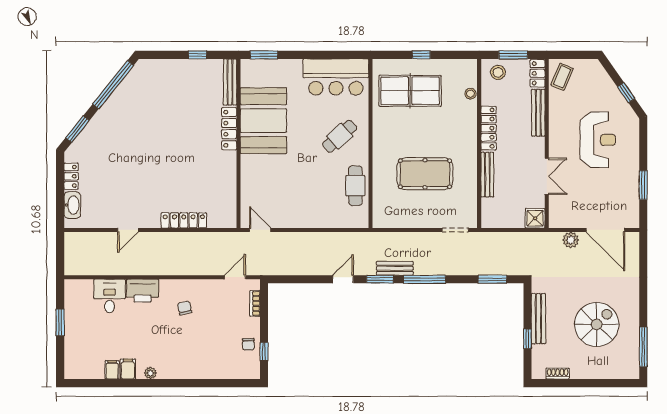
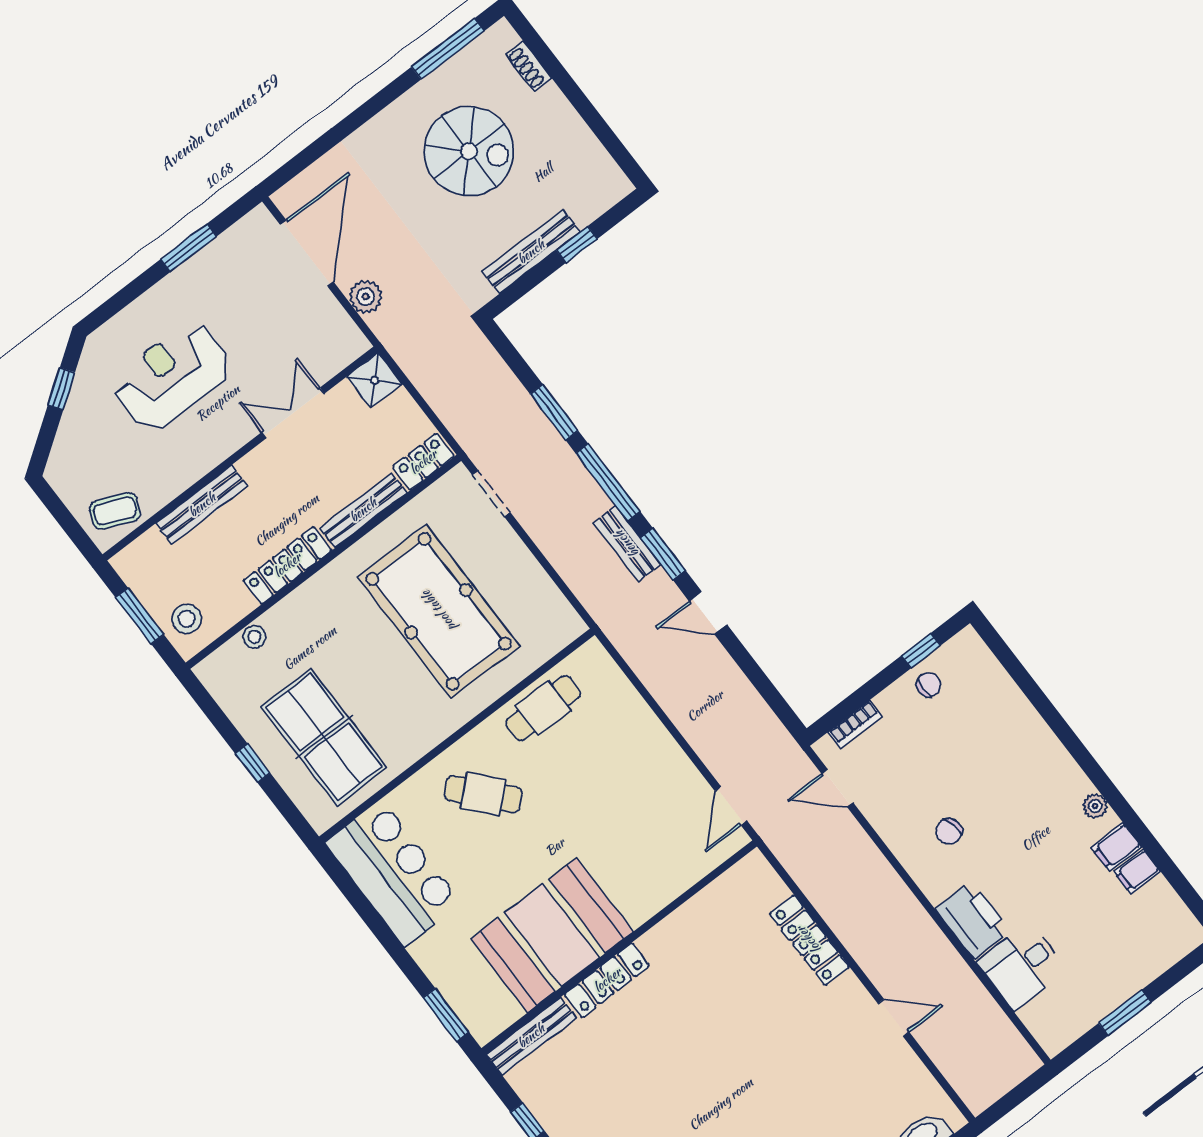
locker: (538, 73) -> (423, 462), moved, turned 180
pool table: (425, 174) -> (439, 611), width x1.36, depth x1.32
window: (492, 279) -> (554, 412), moved
spiral stairs: (597, 324) -> (469, 151), turned 180
shoe rack: (558, 374) -> (529, 66), moved

